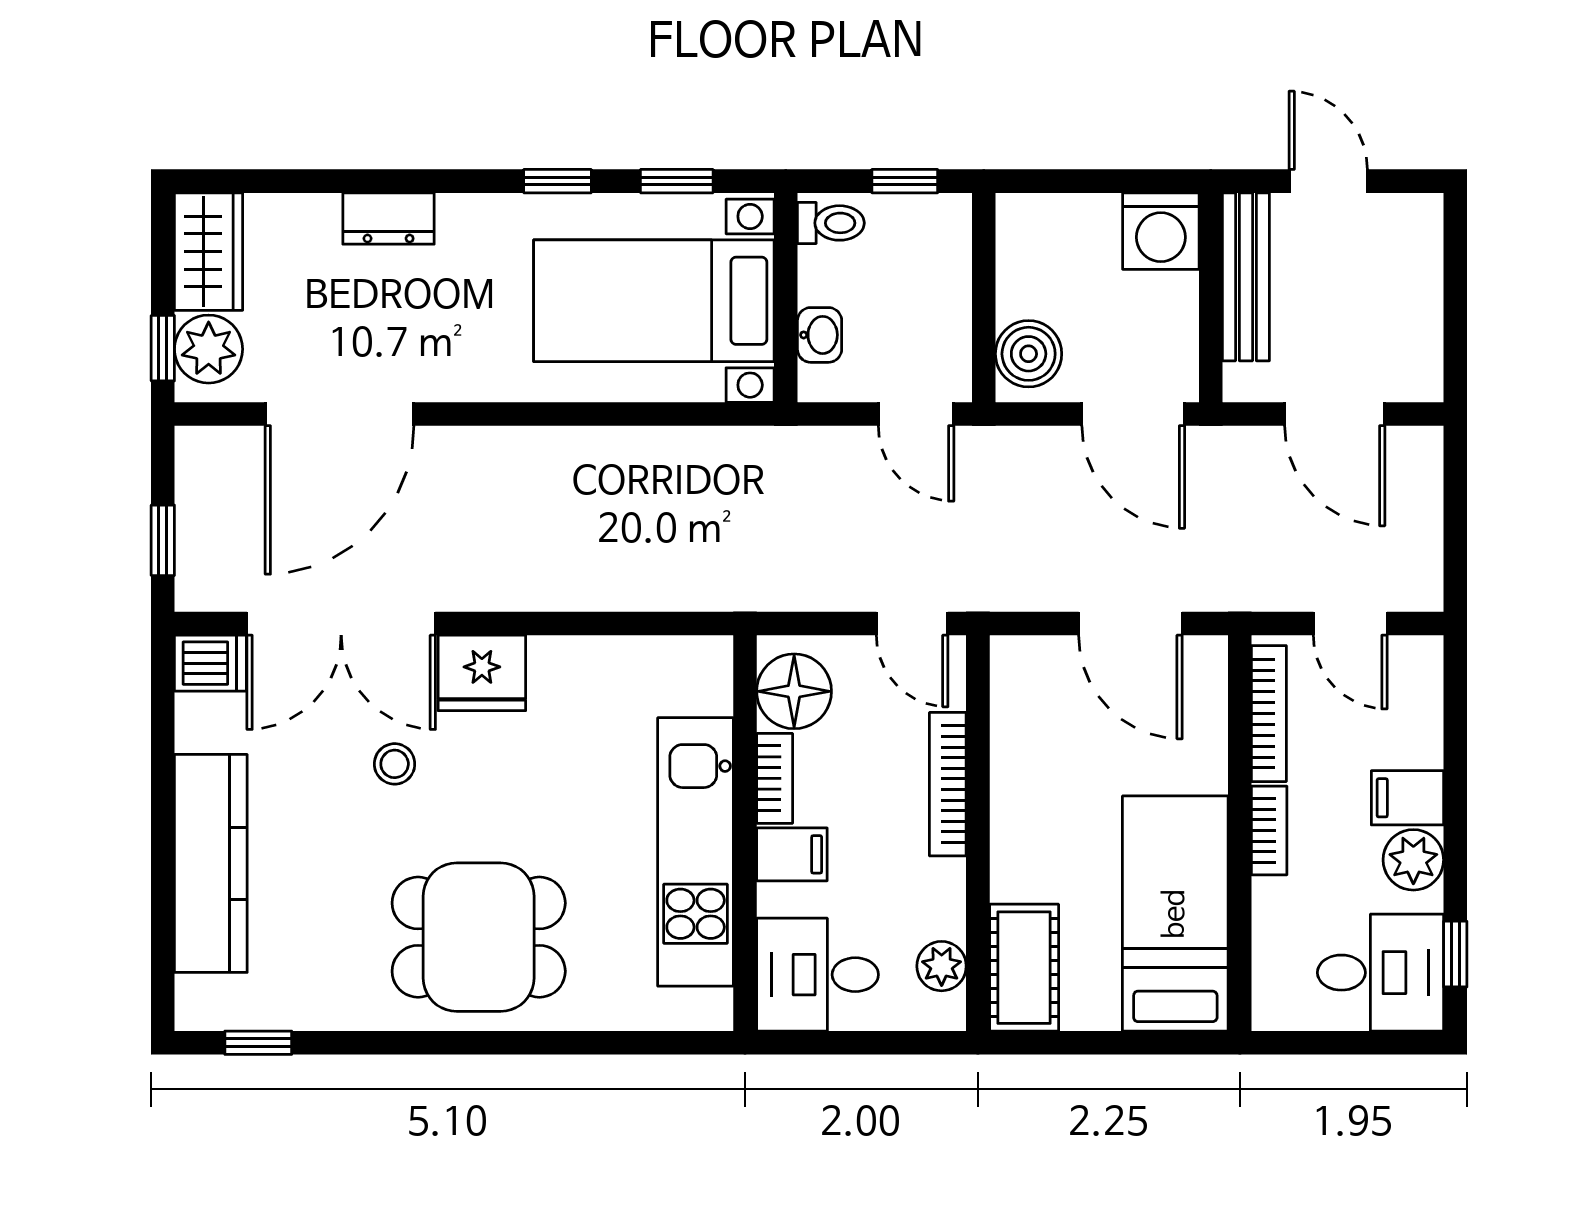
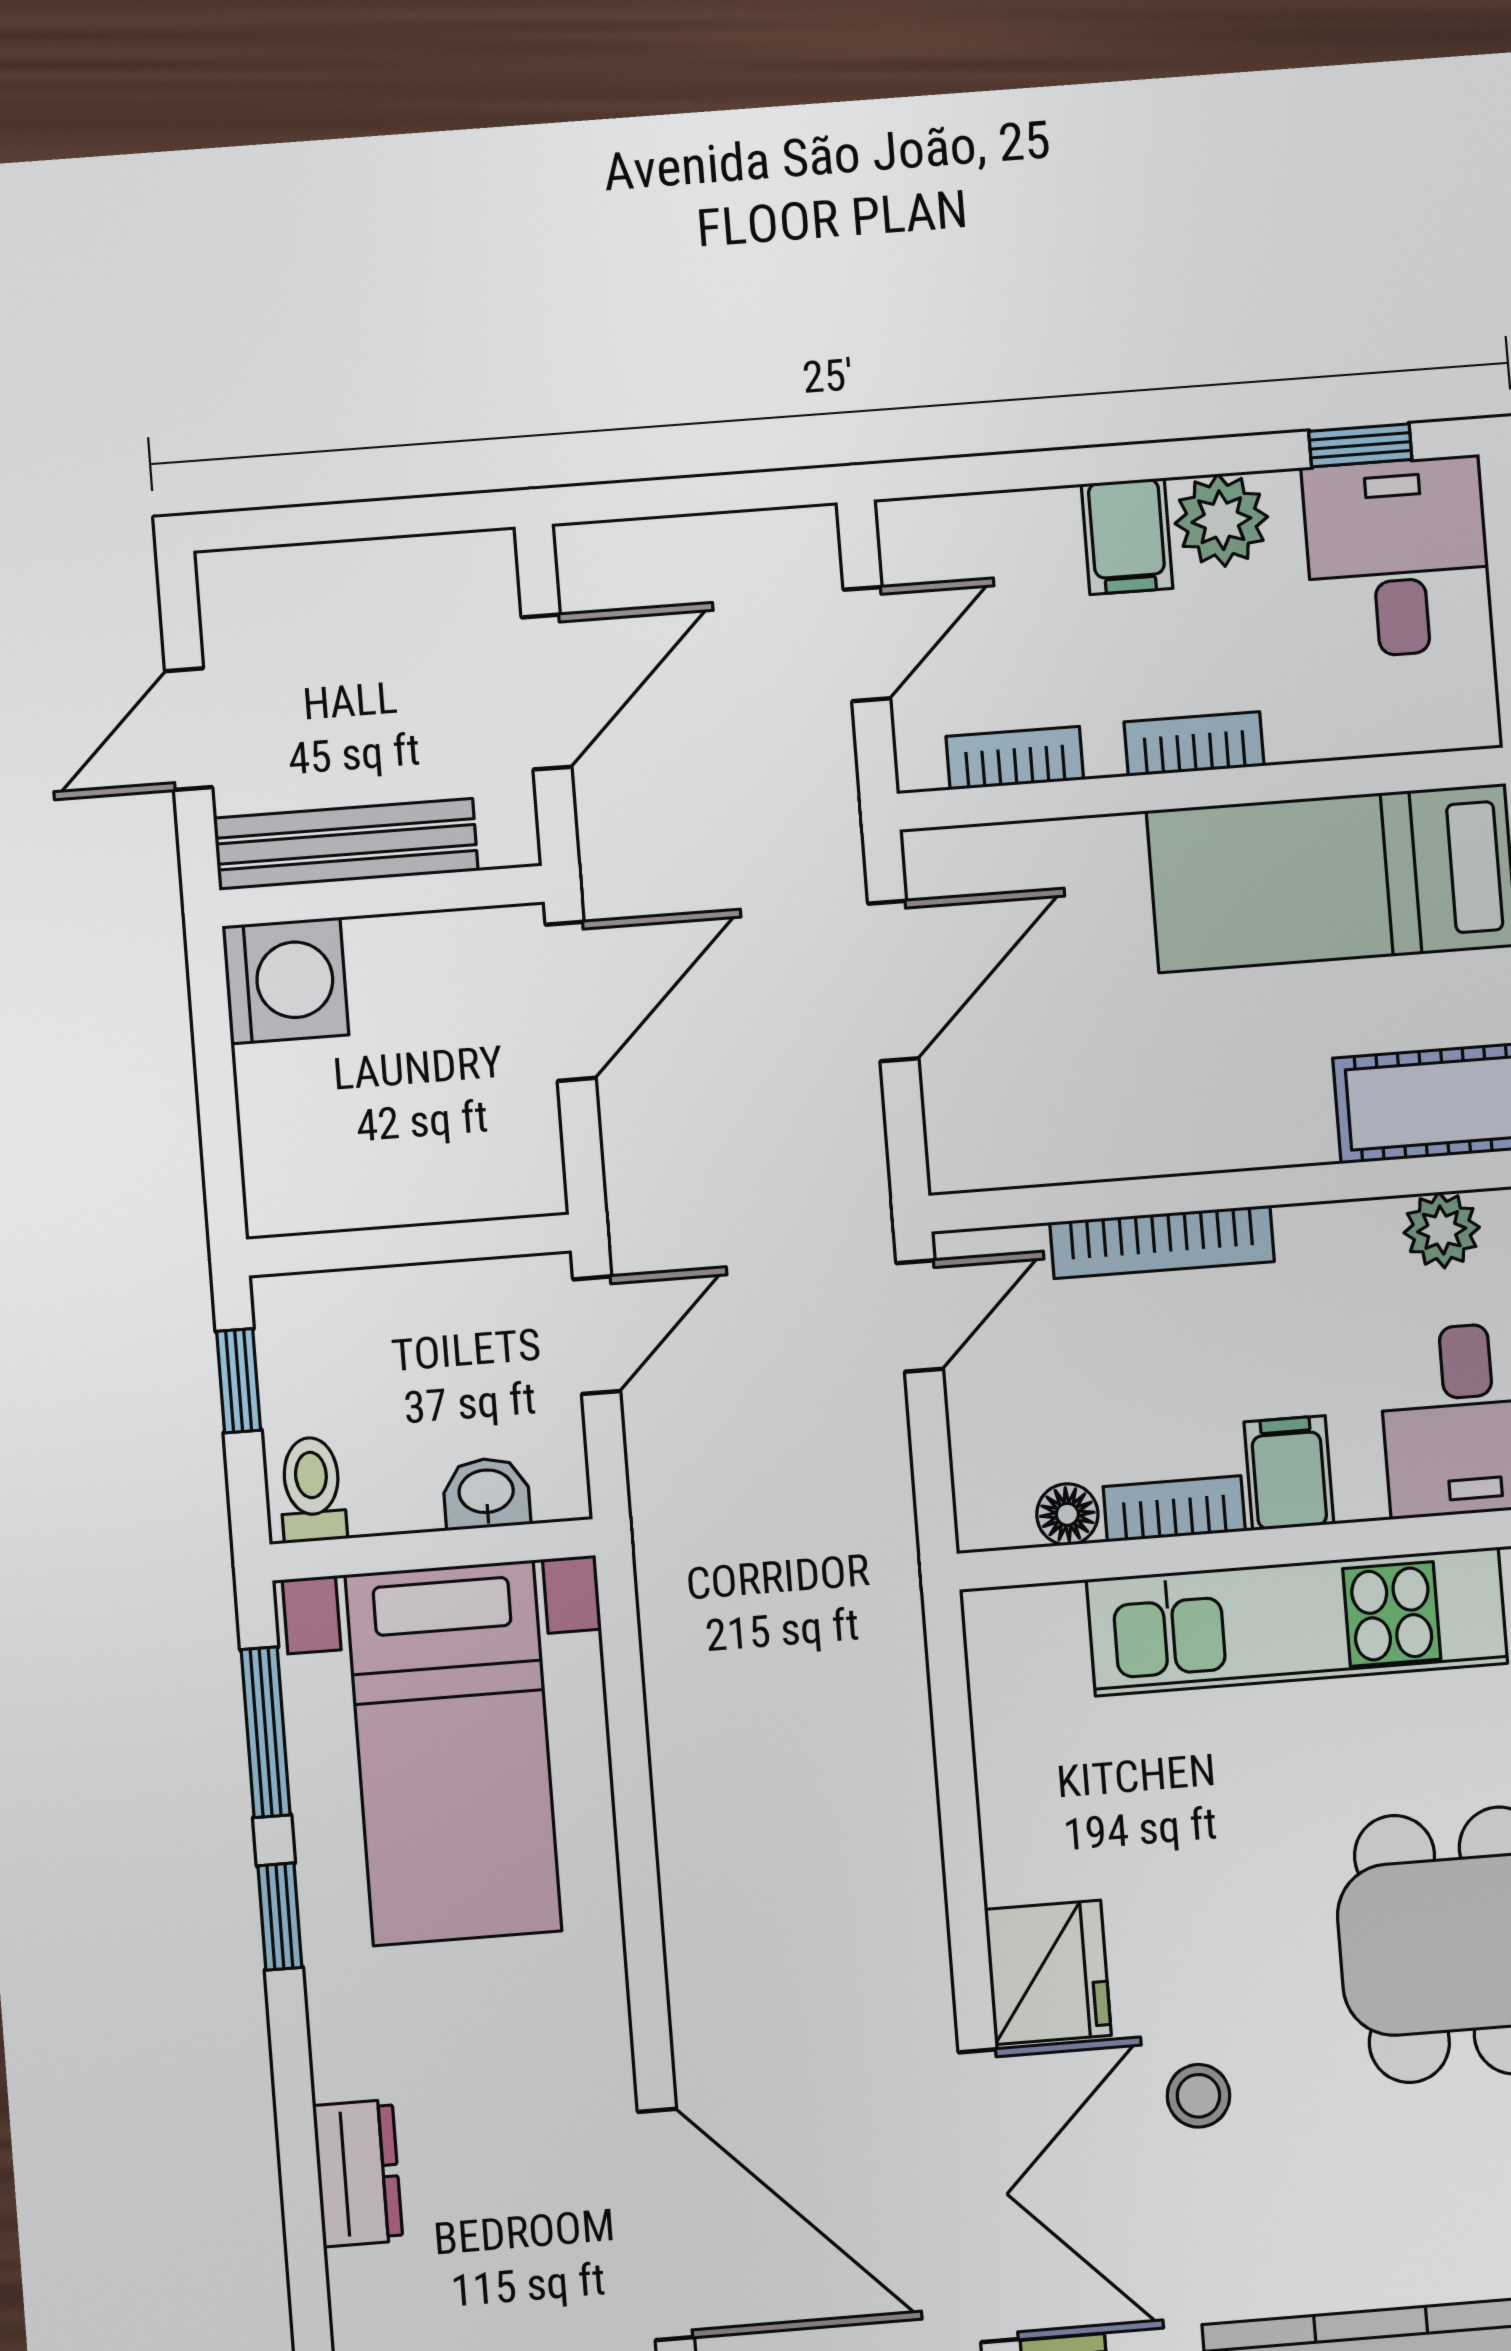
window: (677, 181) -> (266, 1732), width x1.50
boiler: (1029, 354) -> (490, 1169), removed
floor lamp: (794, 691) -> (1067, 1514), width x0.53, depth x0.53
bookcase: (1269, 714) -> (1015, 758), width x0.64

